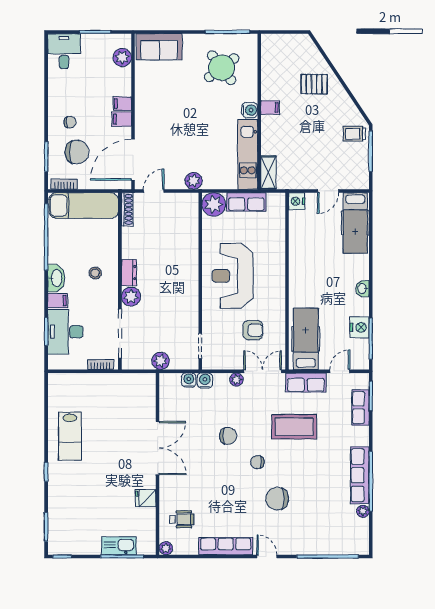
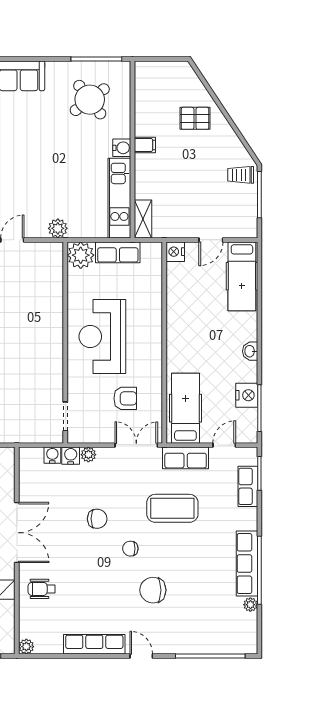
plant: (161, 361) -> (20, 433), removed
plant: (236, 380) -> (88, 455), moved
wheelchair: (182, 519) -> (42, 589), moved, turned 180

